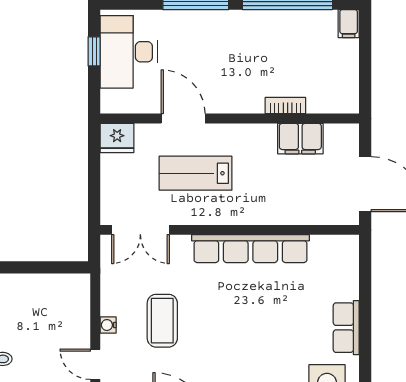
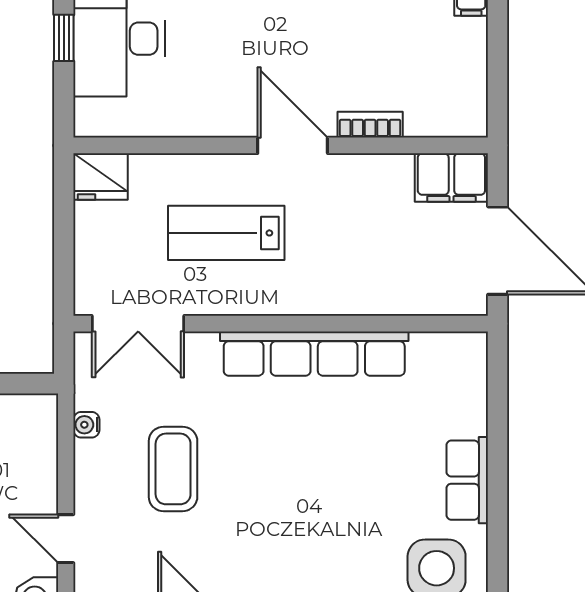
door: (183, 119) -> (293, 145), moved
filing cabinet: (300, 139) -> (451, 177), moved
water cooler: (108, 325) -> (86, 425), moved

